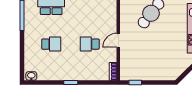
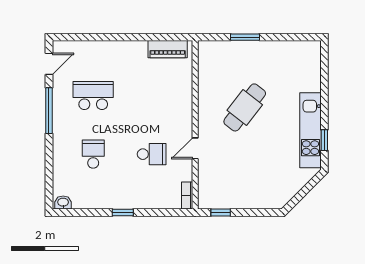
school desk: (51, 44) -> (93, 154), turned -90
school desk: (90, 44) -> (152, 154), turned 180

